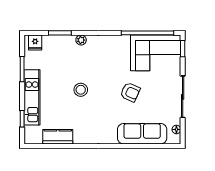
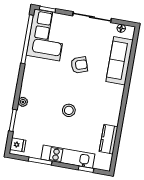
armchair: (130, 92) -> (79, 65), turned 47

